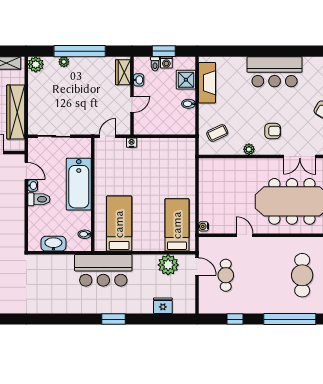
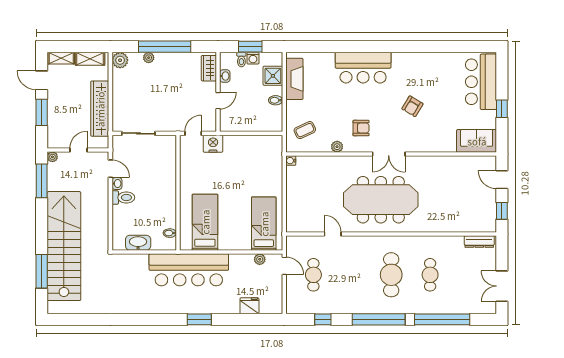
nightstand: (132, 143) -> (213, 144), width x1.89, depth x1.79
bathtub: (79, 184) -> (164, 182), removed
water cooler: (204, 226) -> (291, 161), moved
plant: (168, 265) -> (260, 259), width x0.53, depth x0.53
bar counter: (103, 270) -> (189, 270), width x1.36

